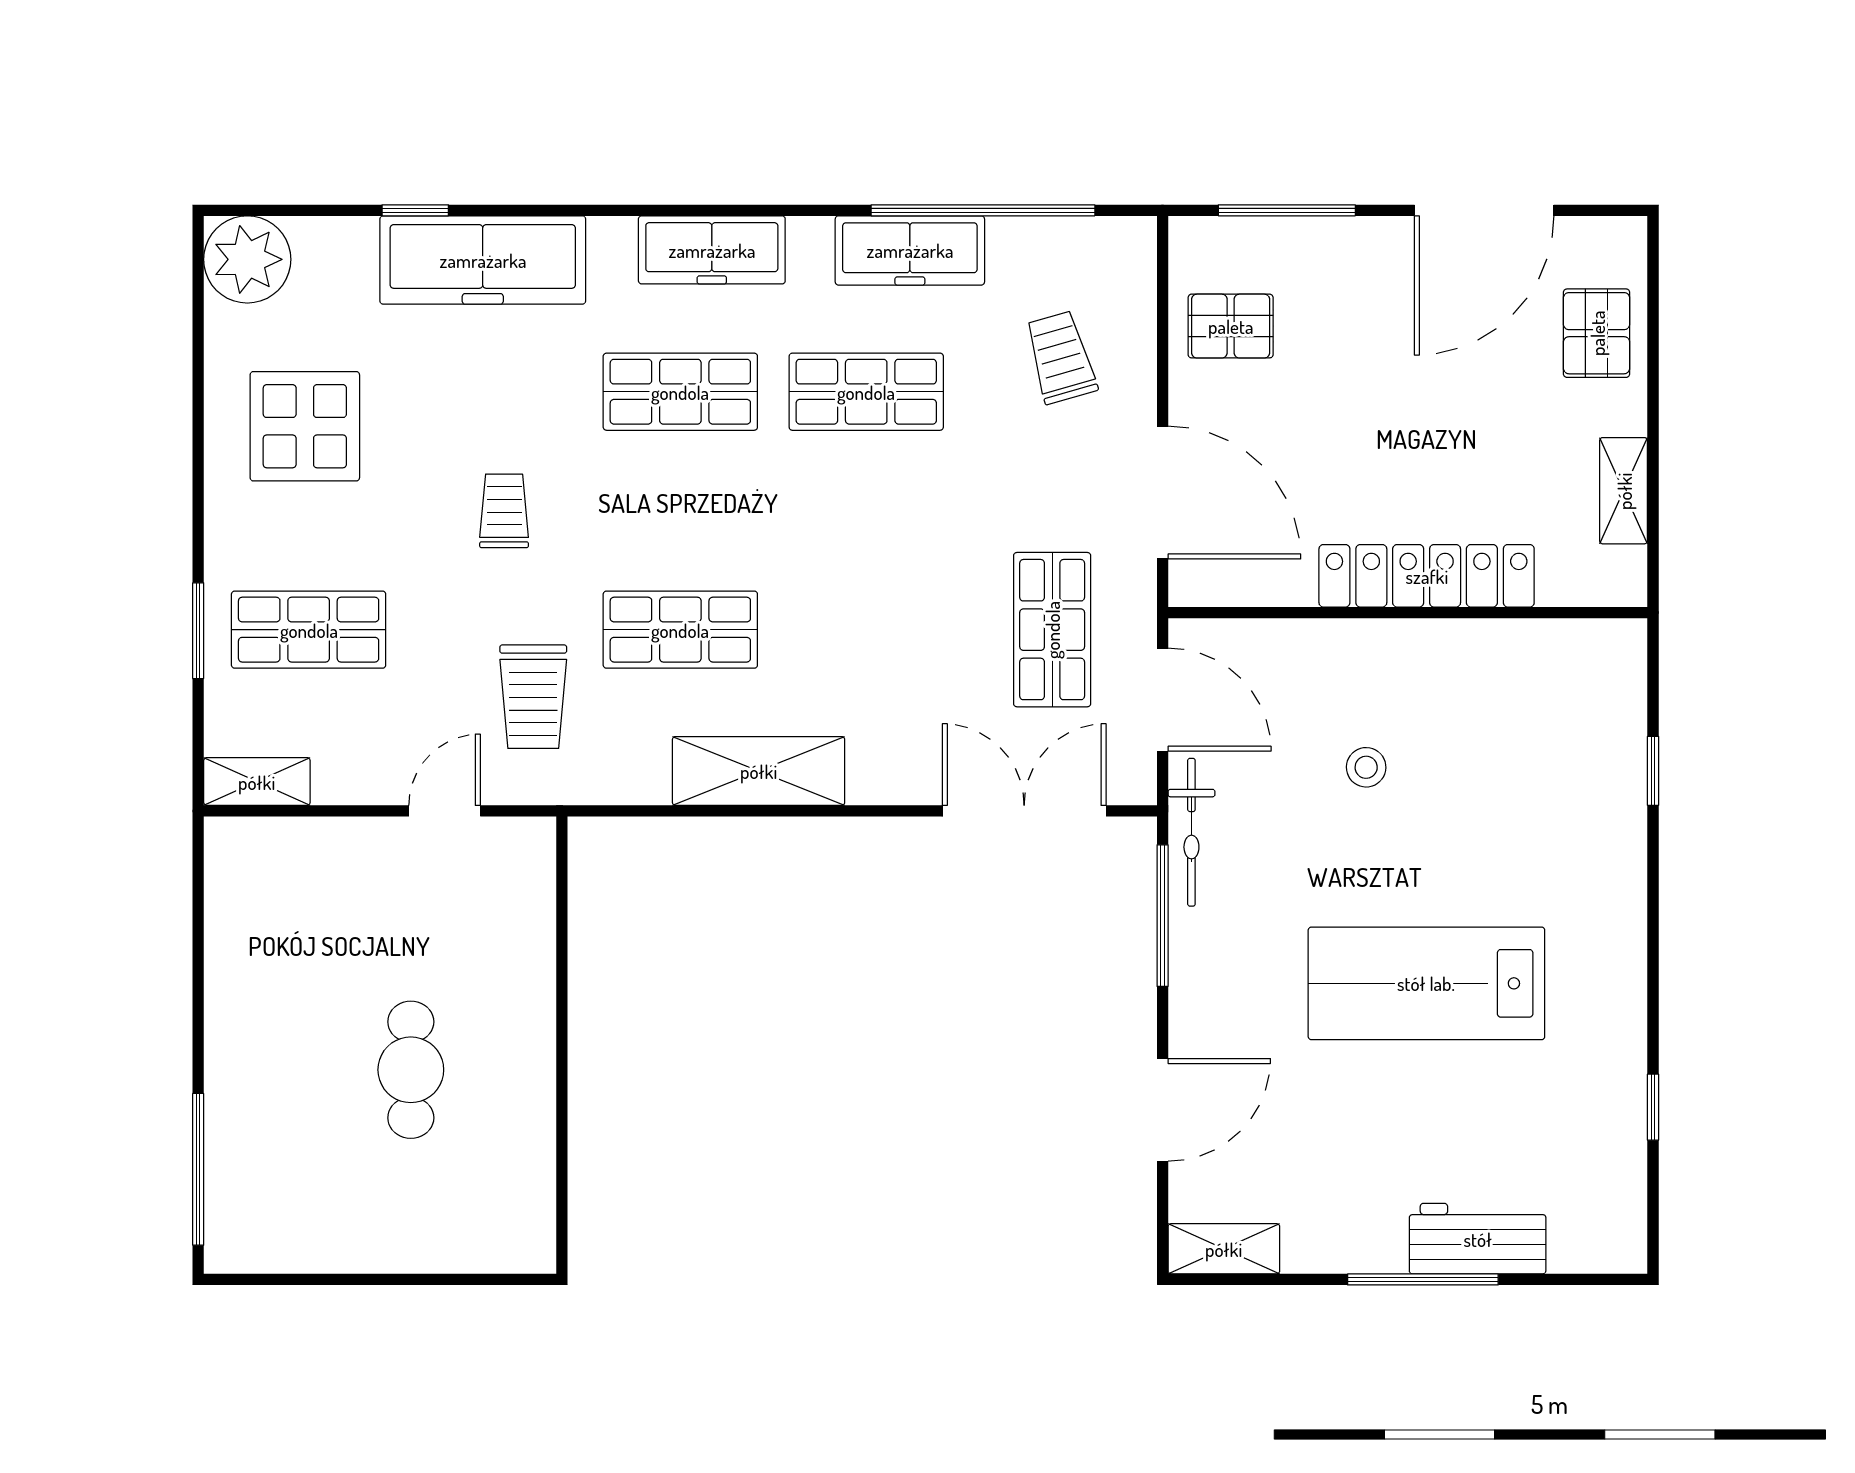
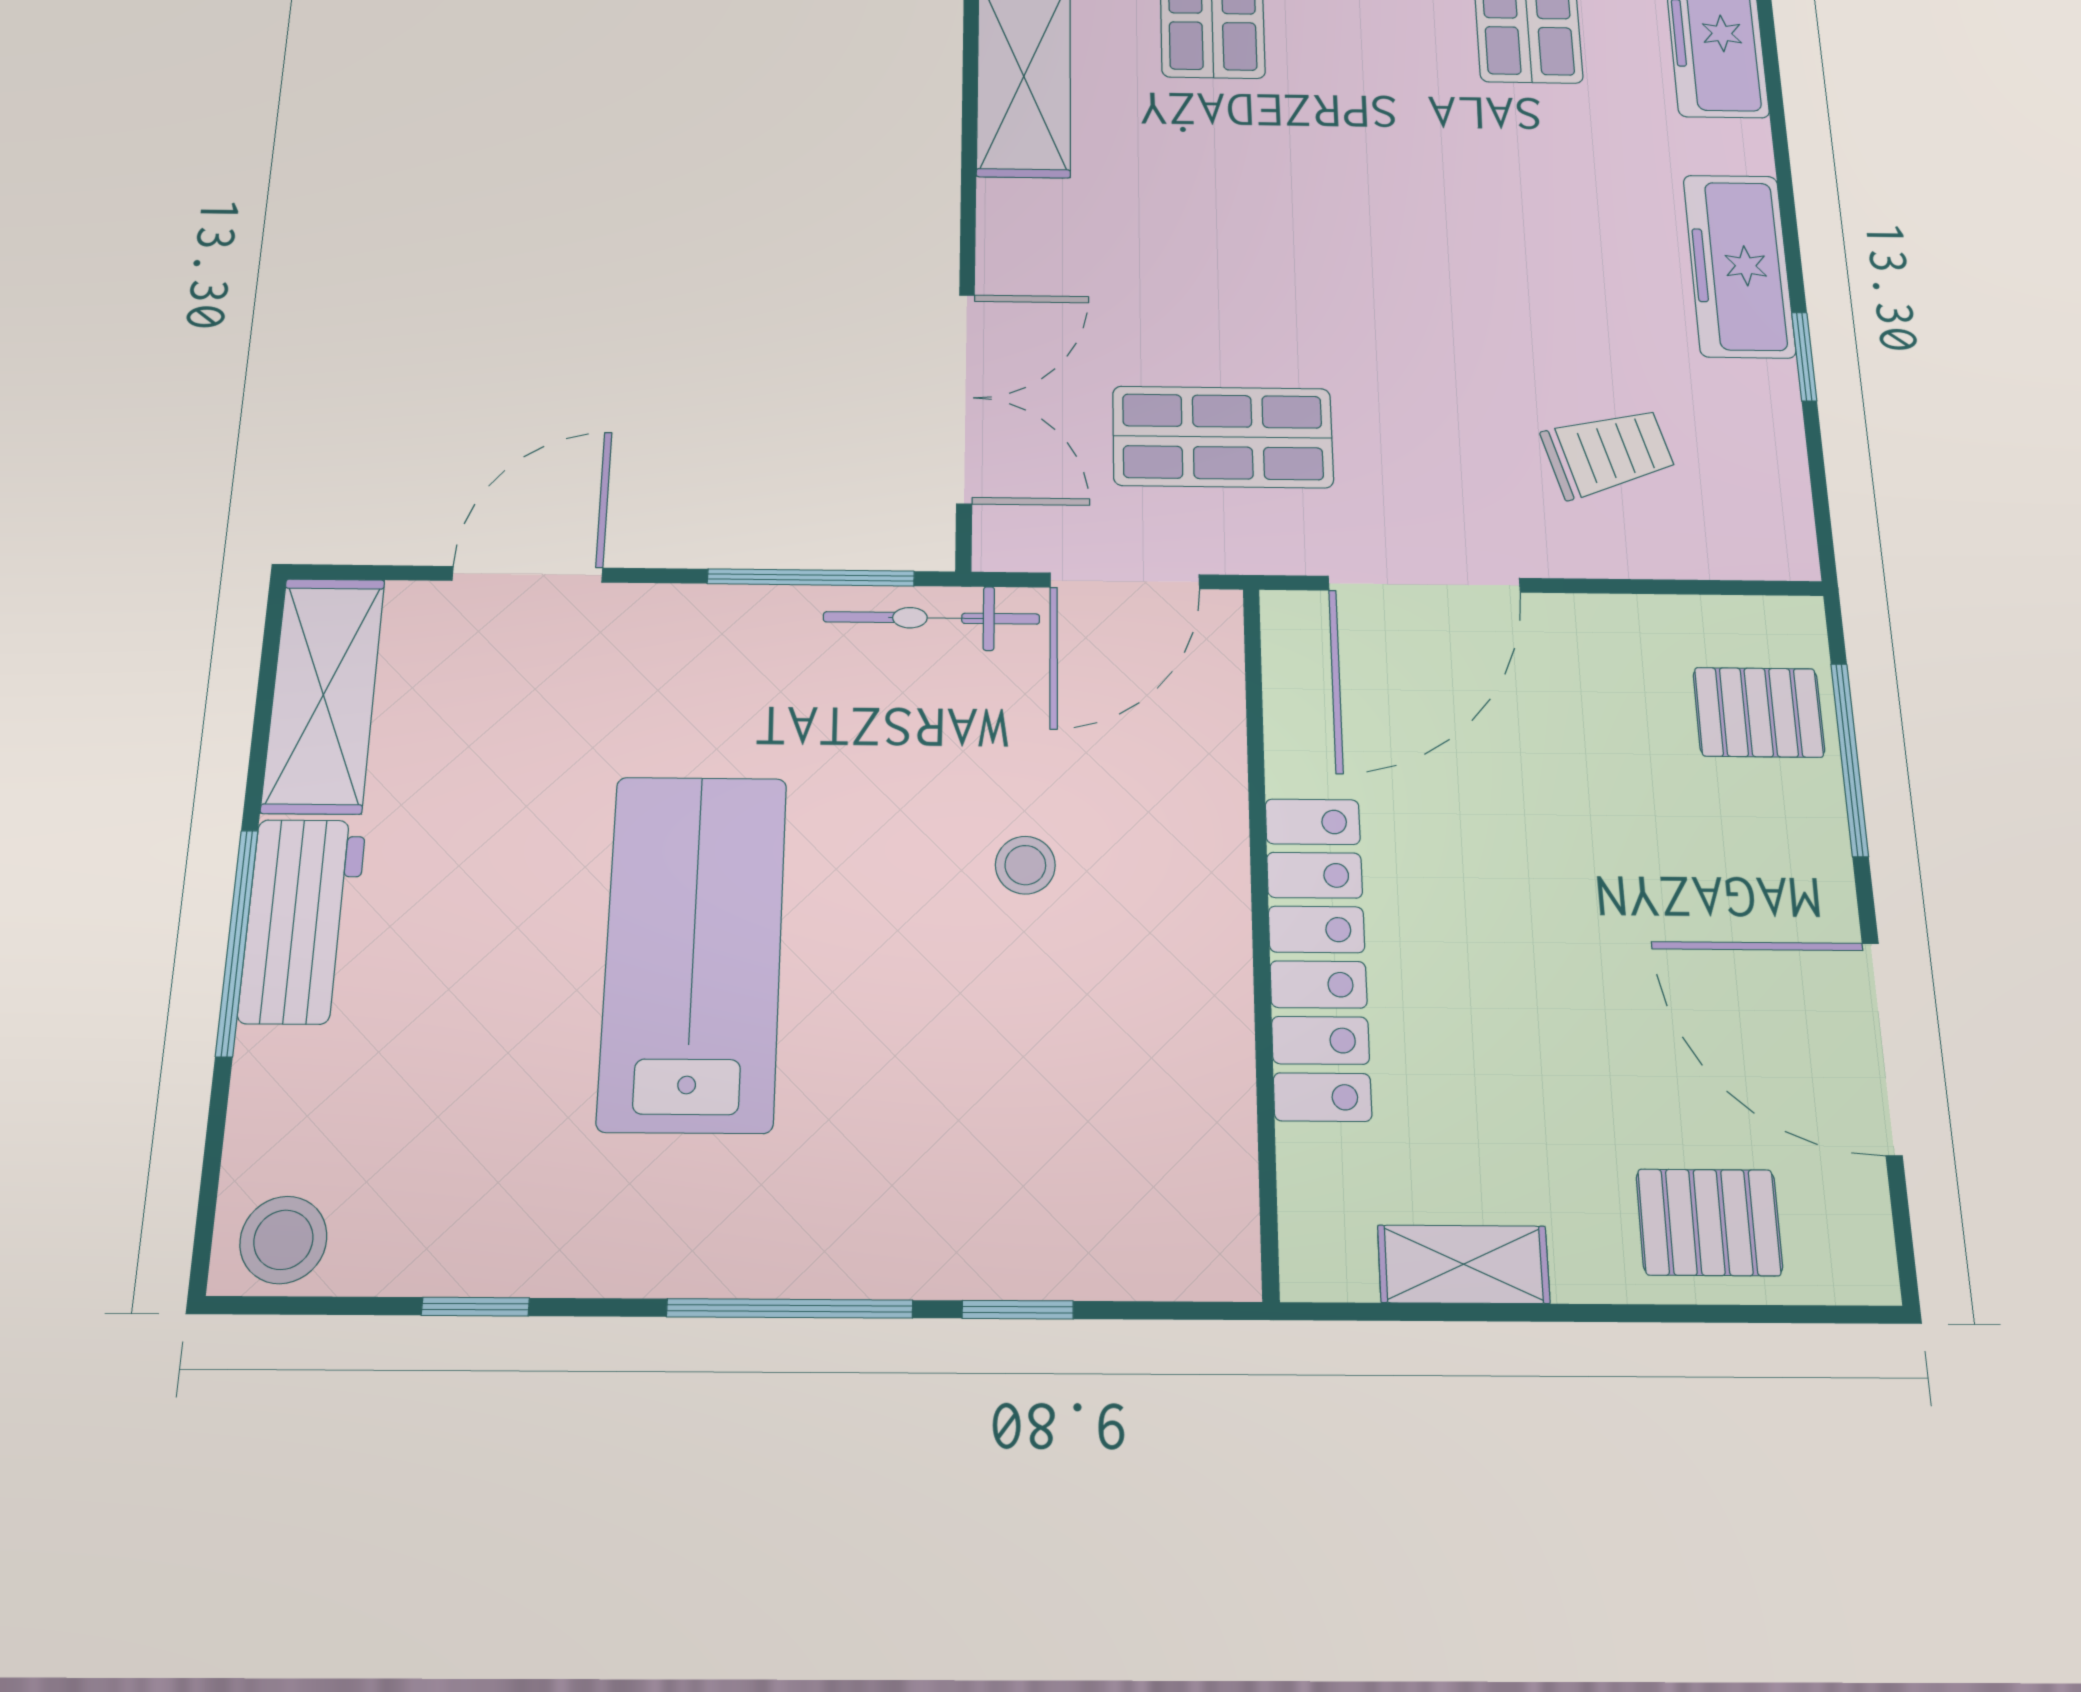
window: (983, 210) -> (1804, 357), width x0.32
pallet: (1231, 326) -> (1759, 712), moved, turned 90
shop shelf: (866, 392) -> (1542, 210), removed
window: (1653, 912) -> (790, 1308), added
door: (1163, 1110) -> (527, 574), swing flipped
stool: (1613, 1230) -> (283, 1240), added
workbench: (1478, 1239) -> (302, 921), moved
shelving: (1224, 1249) -> (323, 695), width x1.50, depth x1.33

